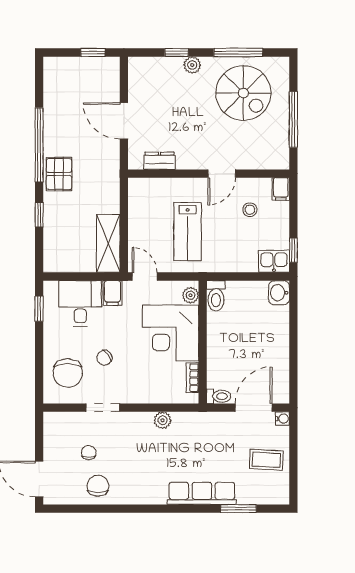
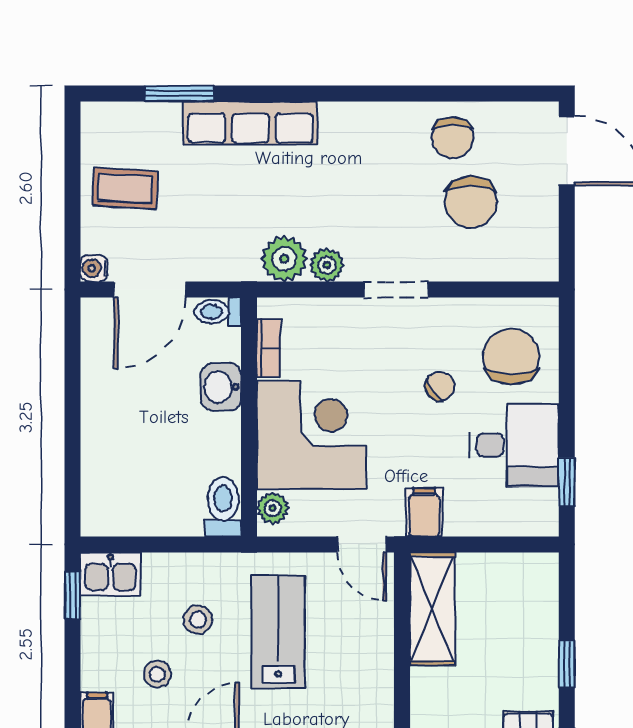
stool: (229, 238) -> (198, 620), added
washbasin: (279, 293) -> (221, 387), moved, turned 180
desk: (80, 303) -> (514, 445), moved, turned -90
doorway: (103, 408) -> (396, 290), moved
plant: (184, 423) -> (284, 259), added
chair: (89, 453) -> (471, 202), width x1.87, depth x1.87

